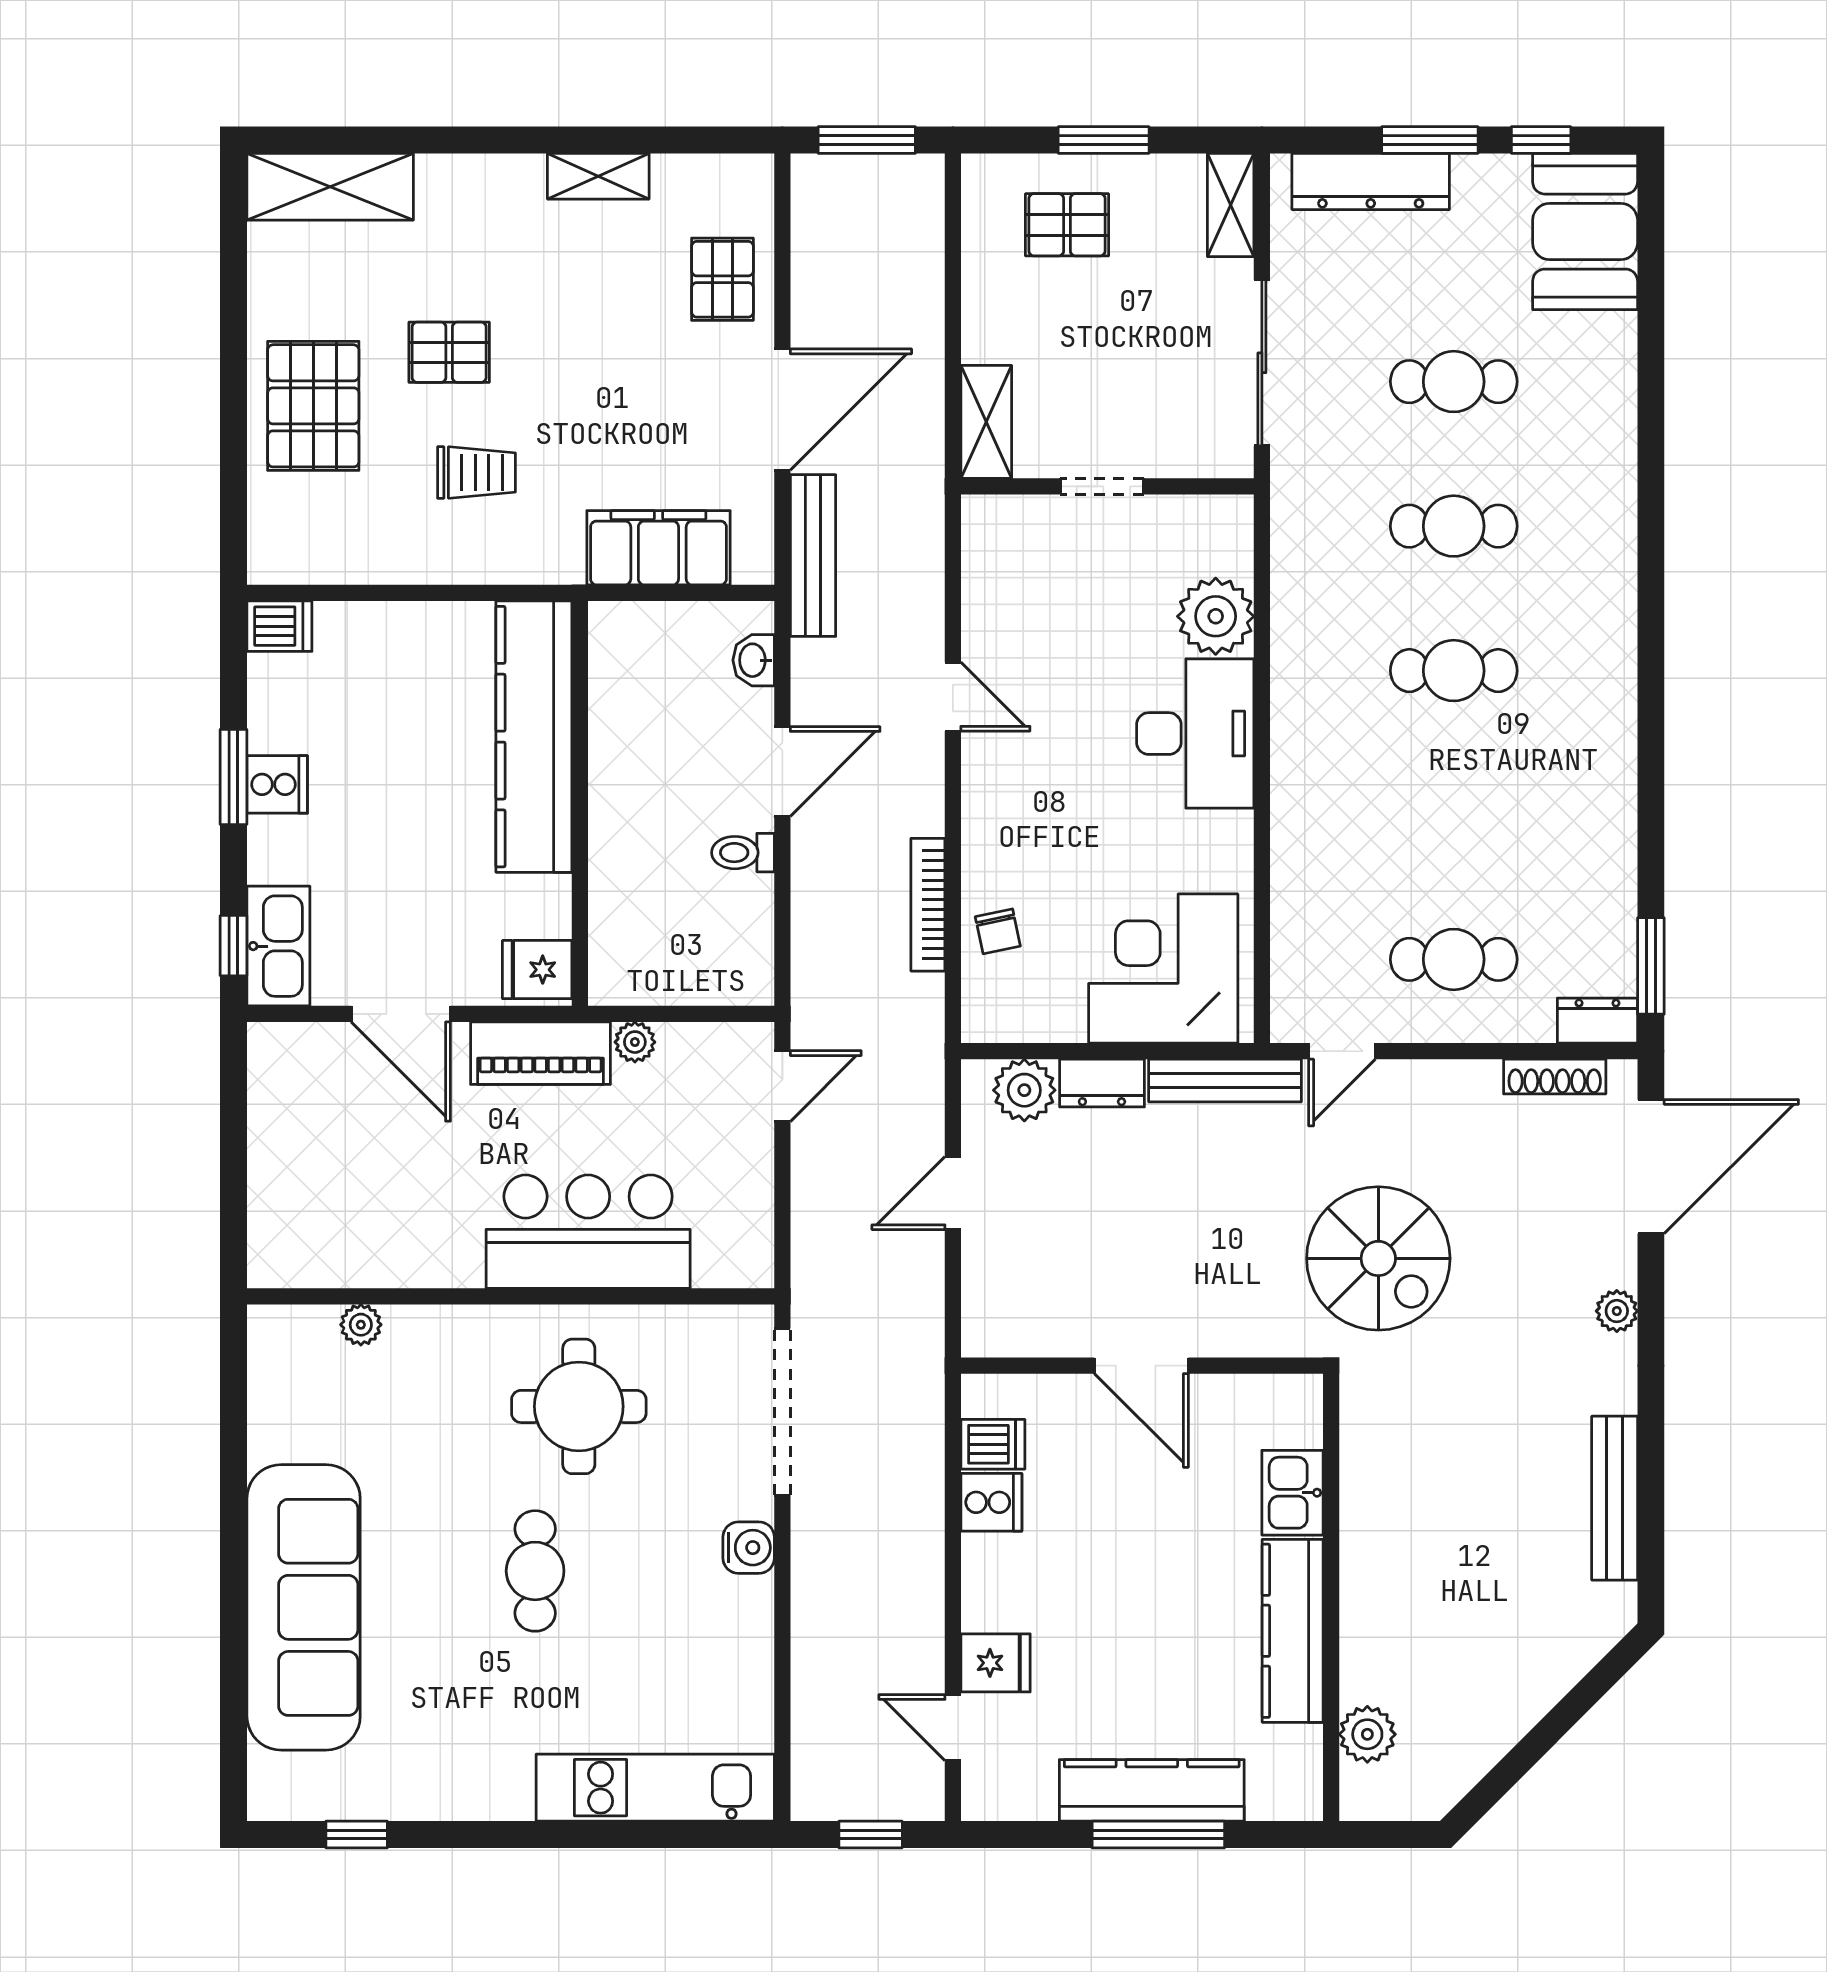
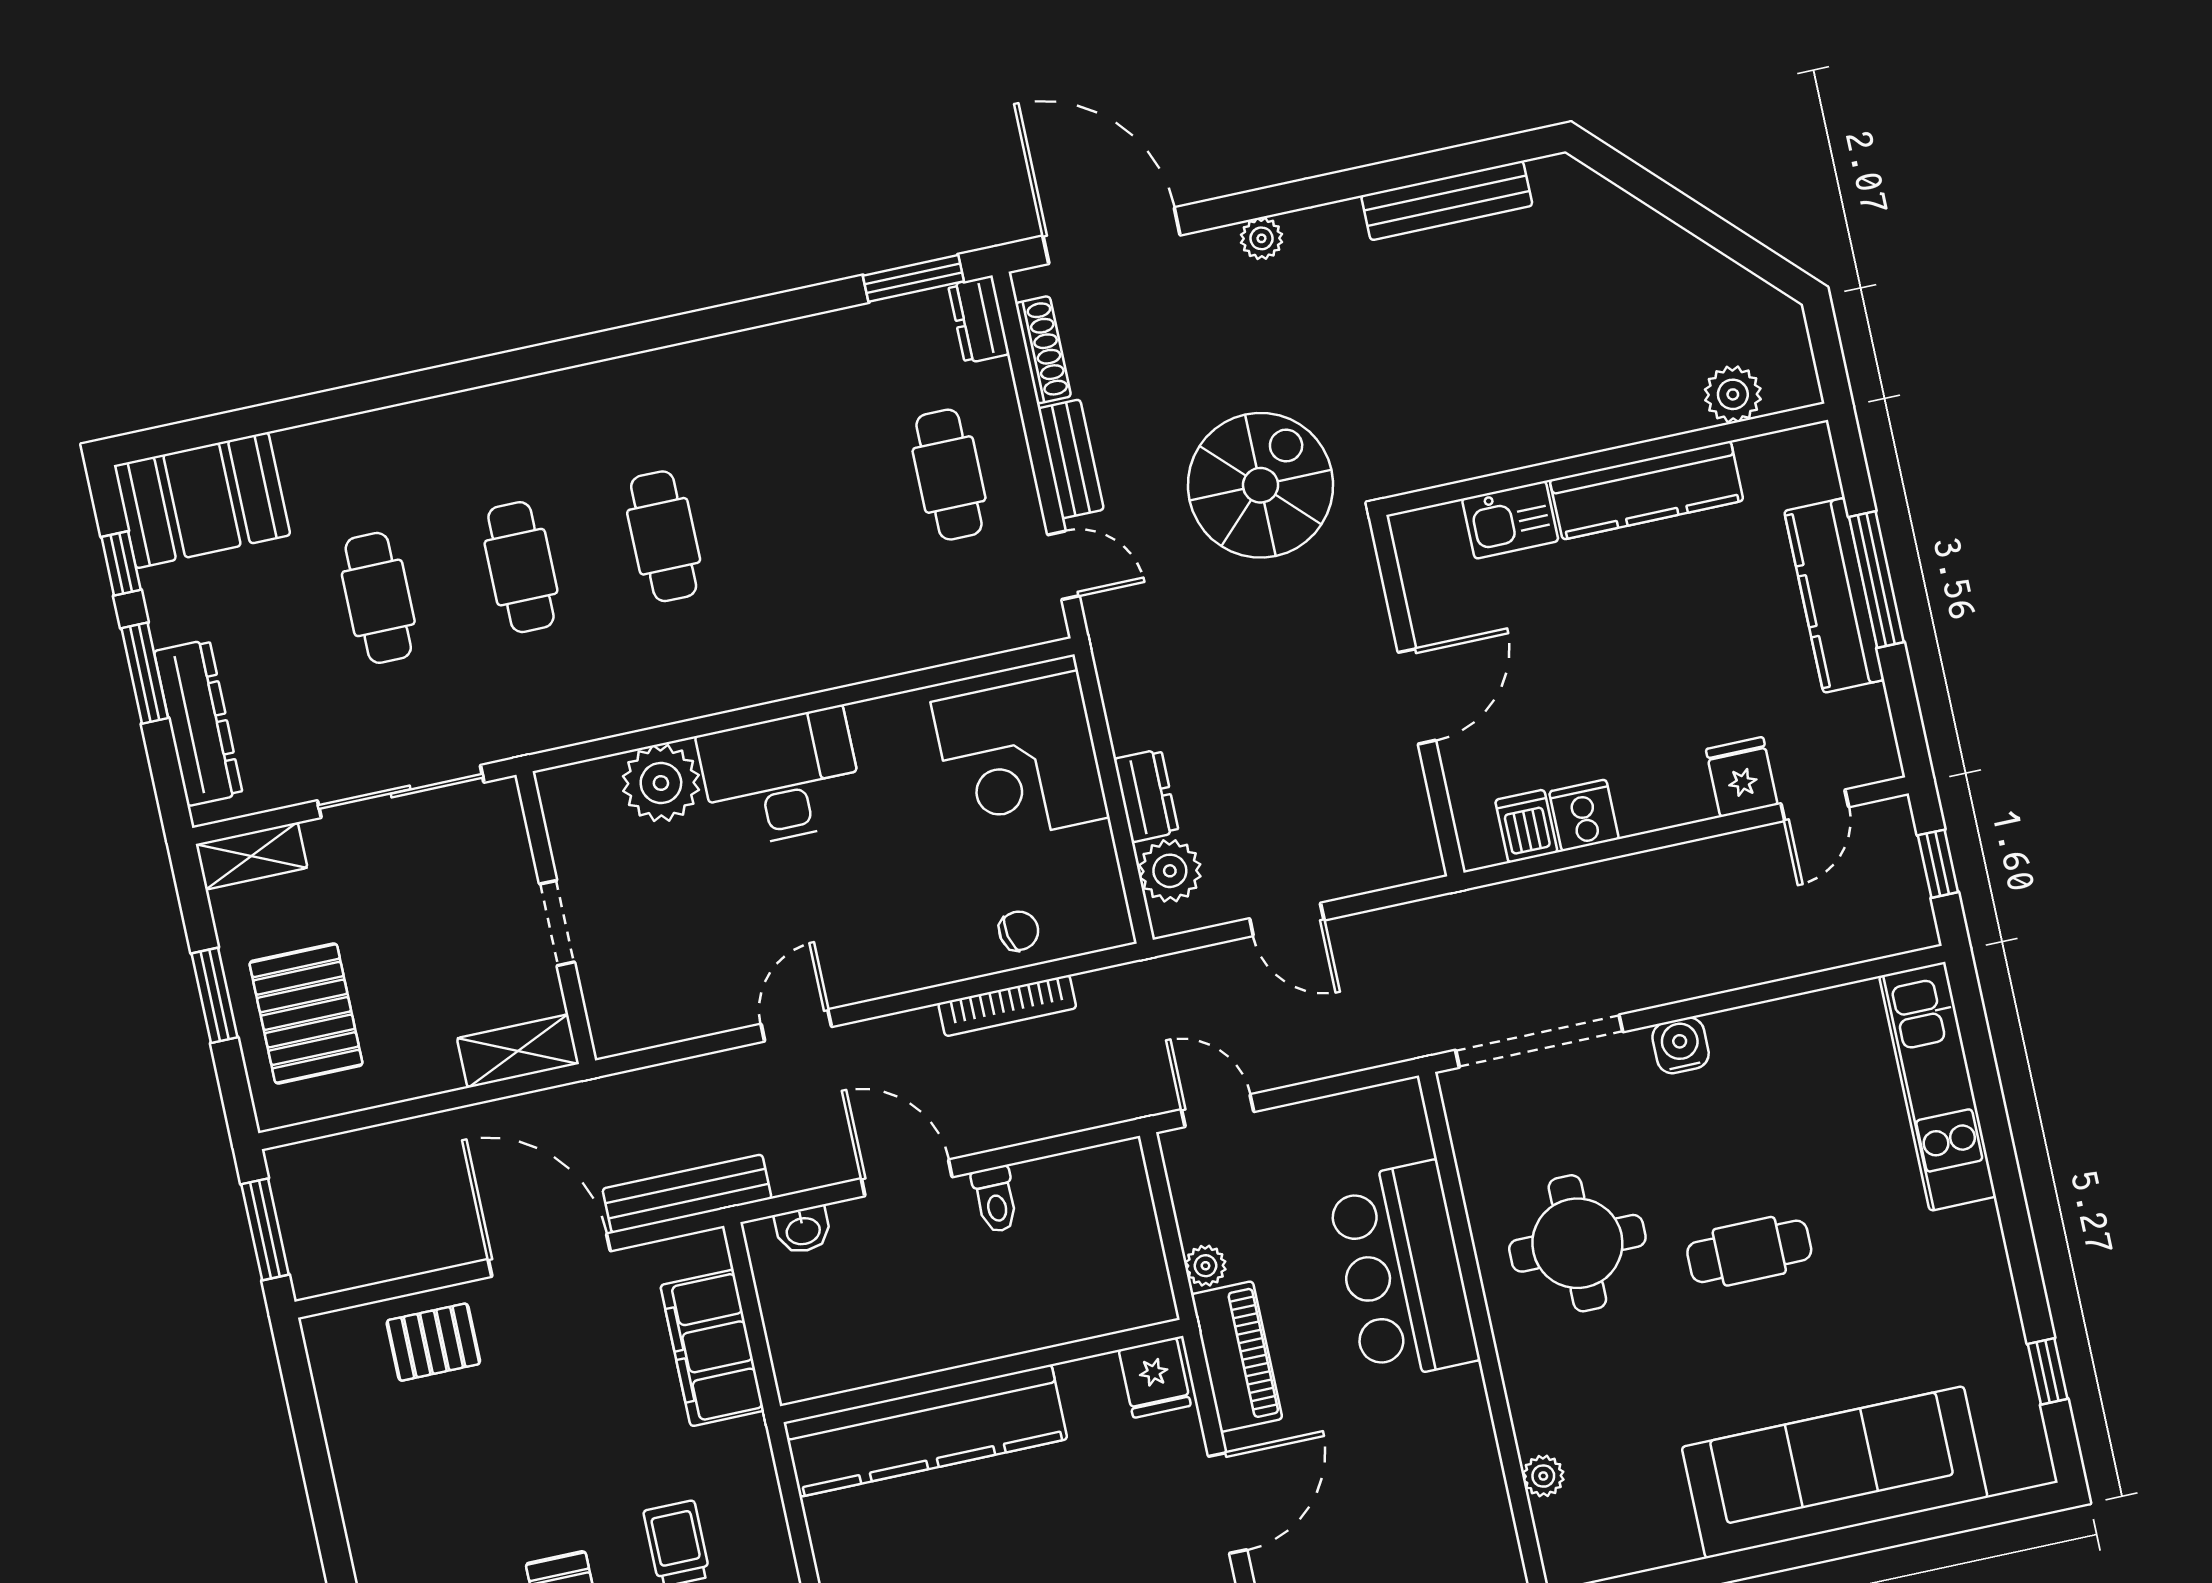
shelving: (598, 176) -> (358, 1487), removed
pallet: (1067, 225) -> (306, 1013), width x1.50, depth x1.42
bench: (1225, 1081) -> (1071, 459), moved, width x0.73

